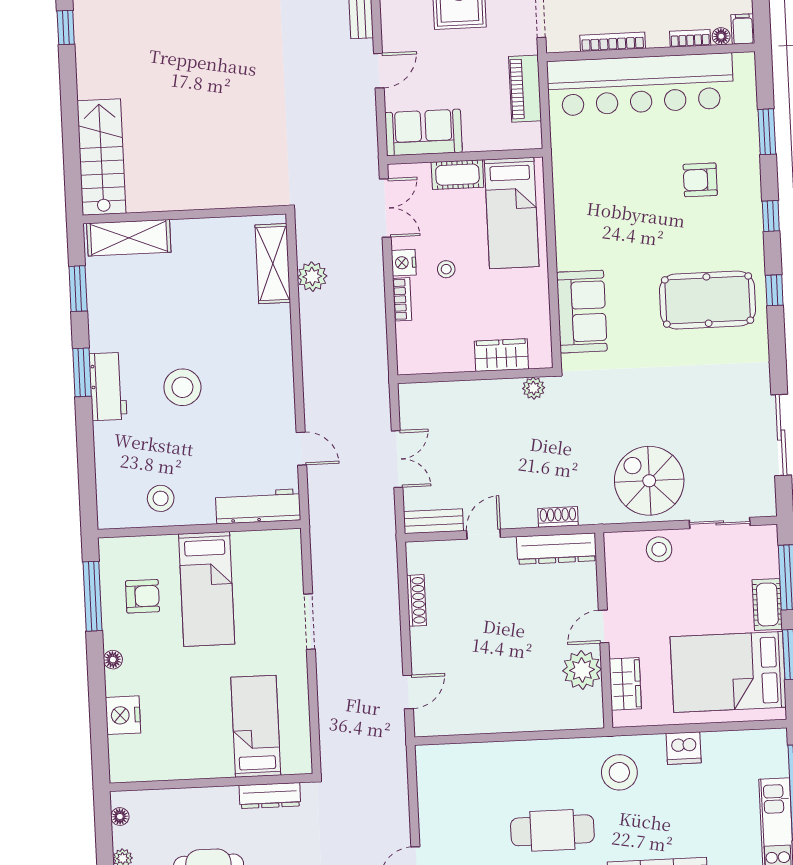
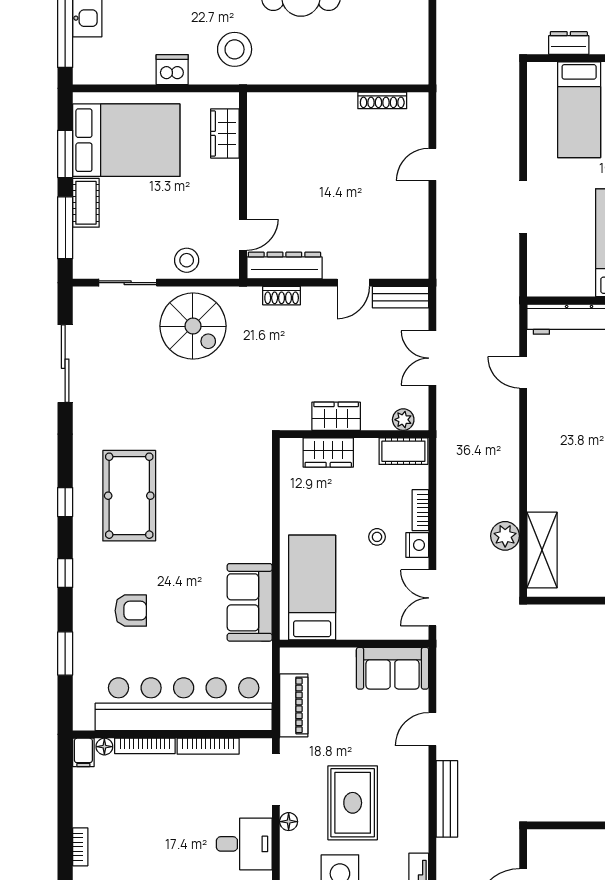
bookcase: (690, 38) -> (145, 746), width x1.56
cot: (457, 175) -> (403, 451), moved
pool table: (708, 300) -> (129, 496), turned 90
sofa: (582, 312) -> (250, 602), moved
plant: (534, 388) -> (403, 420), moved
wardrobe: (495, 393) -> (336, 416), added
shoe rack: (416, 600) -> (382, 100), moved, turned -90
door: (604, 627) -> (243, 235), moved
plant: (582, 670) -> (266, 149), removed
door: (408, 692) -> (432, 164), moved
dresser: (270, 796) -> (569, 43), width x0.70

